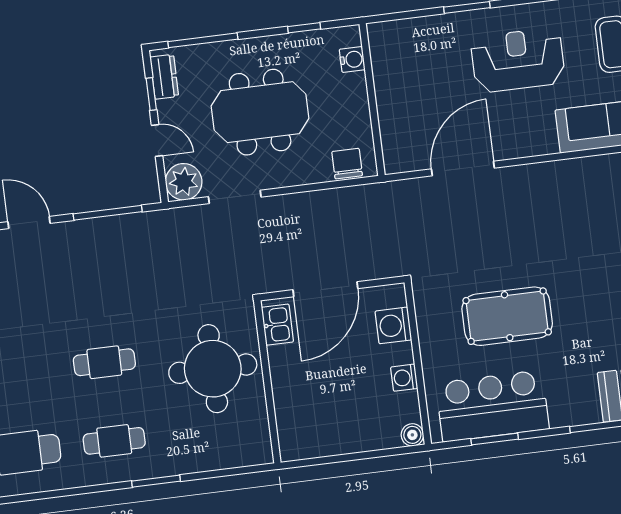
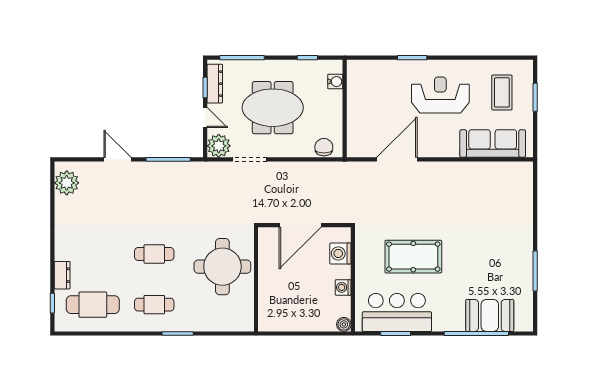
dresser: (164, 77) -> (215, 84), width x1.44
kitchen sink: (277, 325) -> (267, 244), removed

